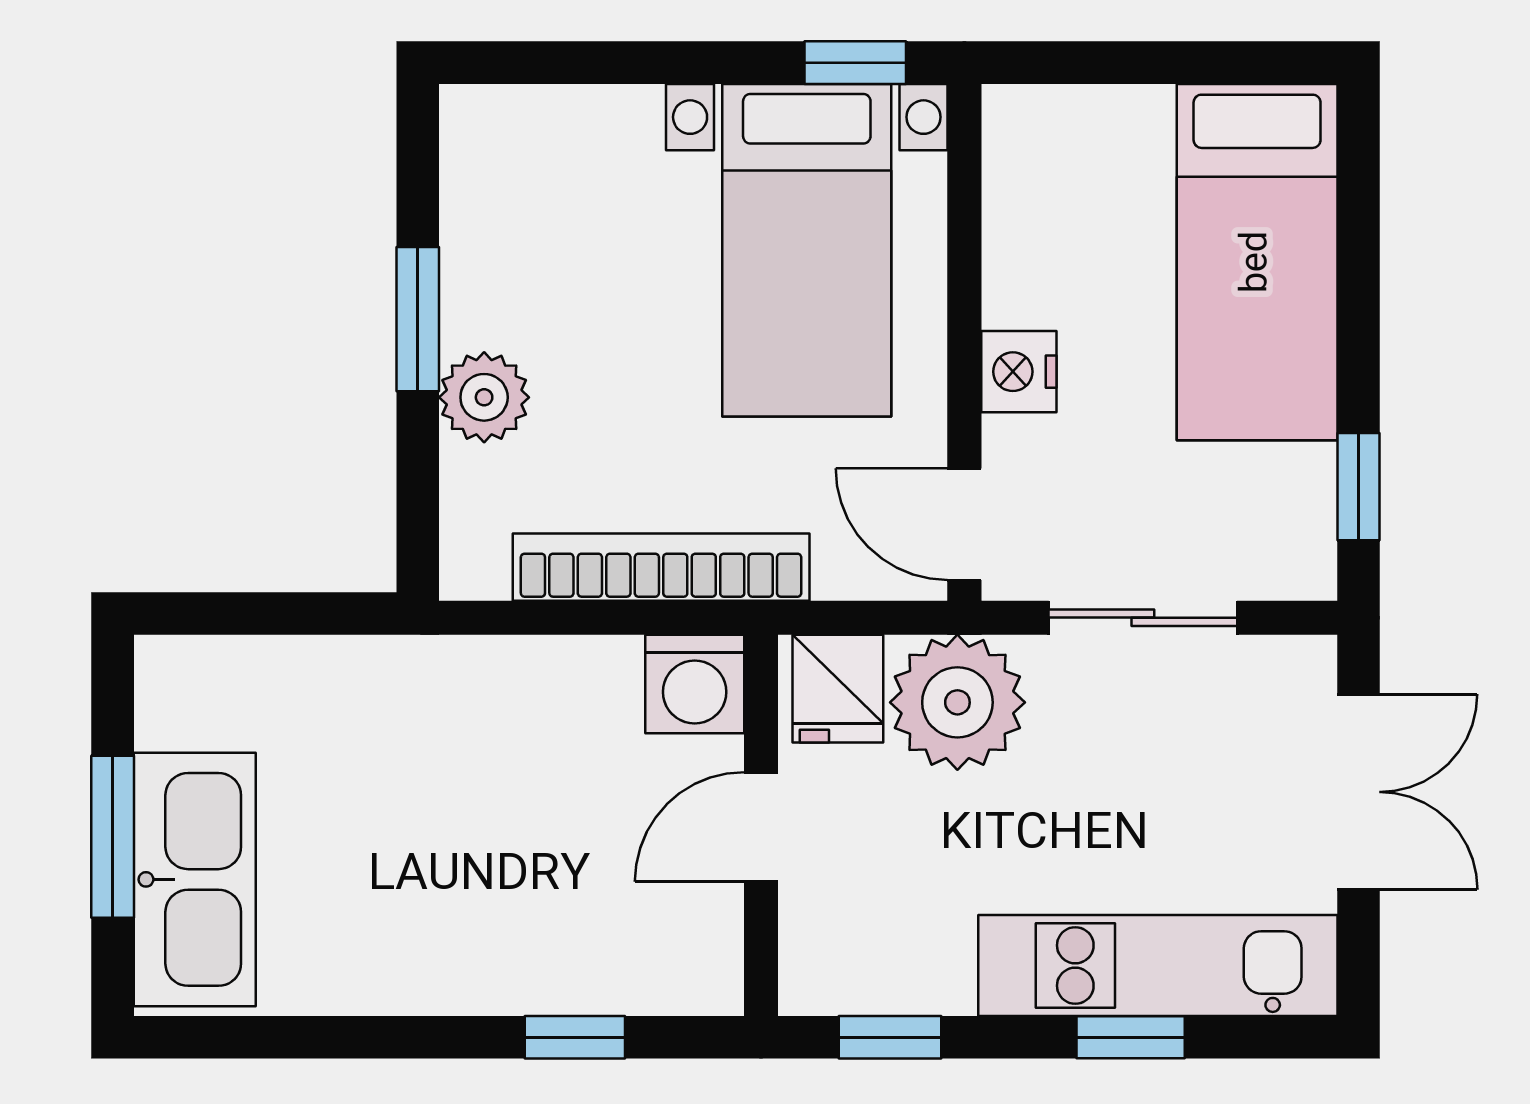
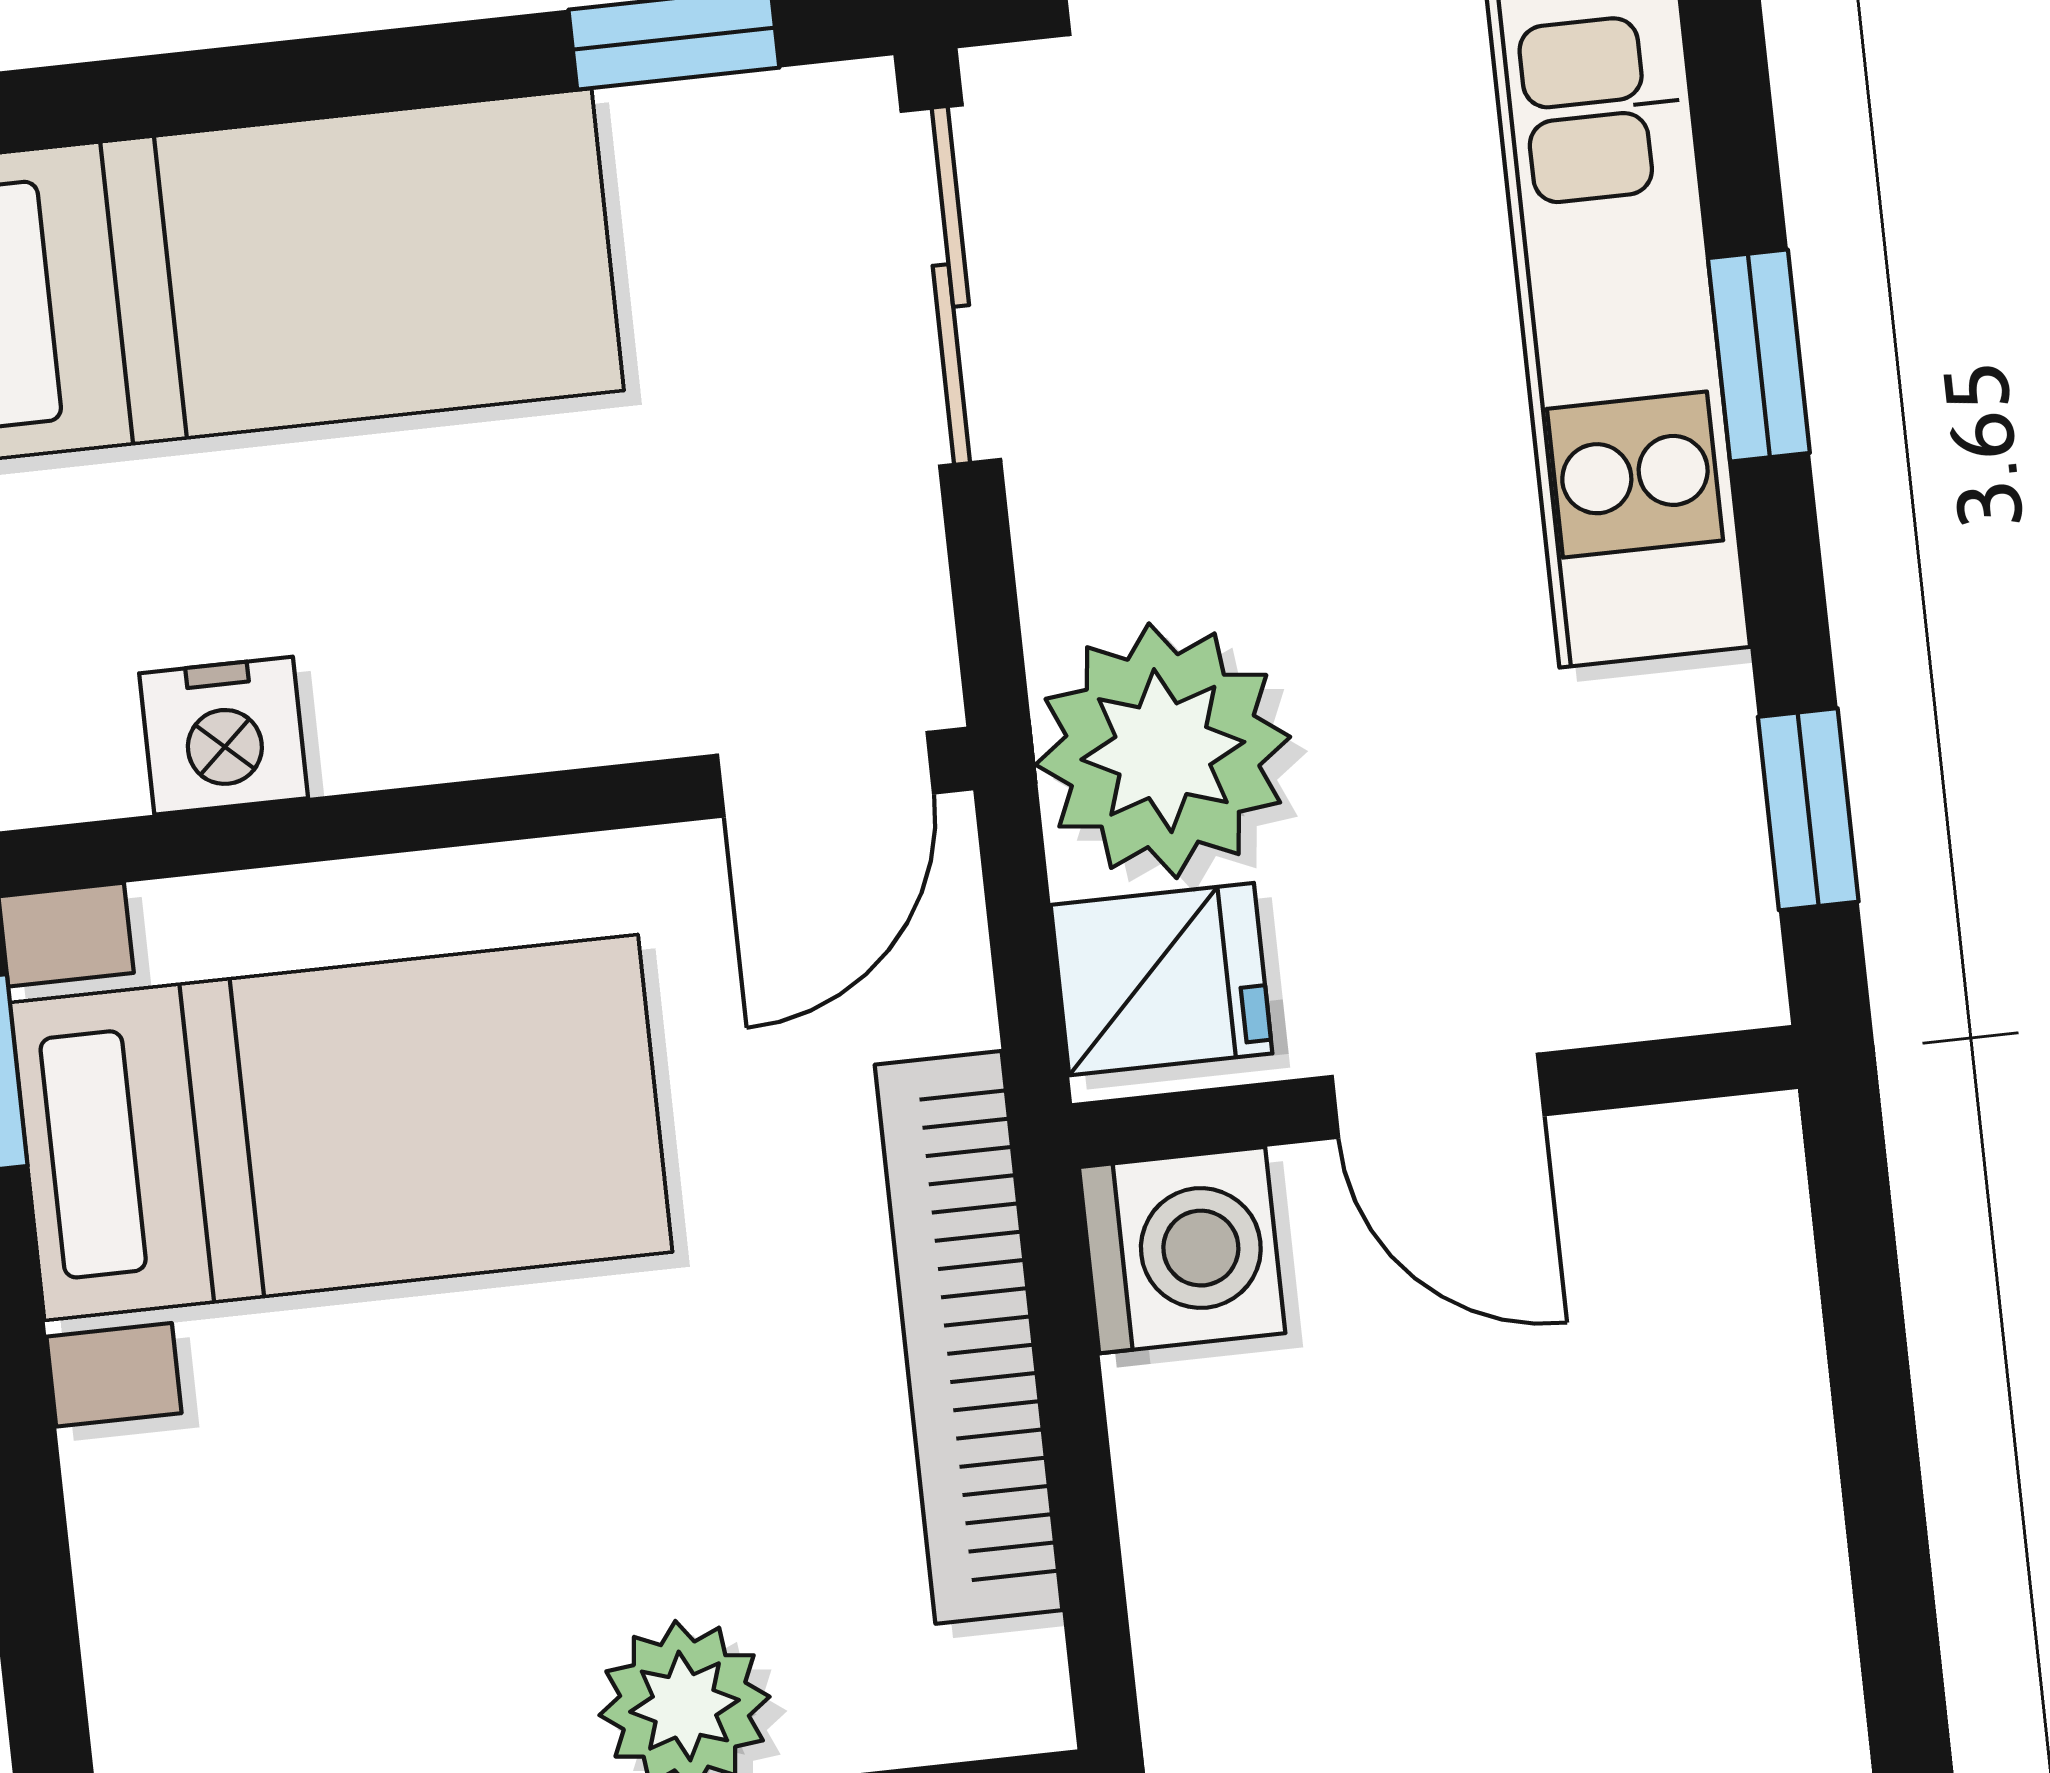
nightstand: (1019, 372) -> (224, 736), moved
sliding door: (1143, 618) -> (951, 285), moved
window: (575, 1037) -> (1873, 1404), removed

